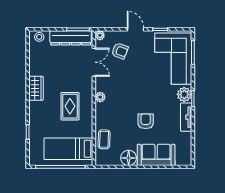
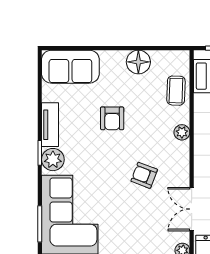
armchair: (120, 51) -> (144, 175), moved
plant: (100, 97) -> (182, 132), moved
sofa: (156, 155) -> (70, 67), moved

